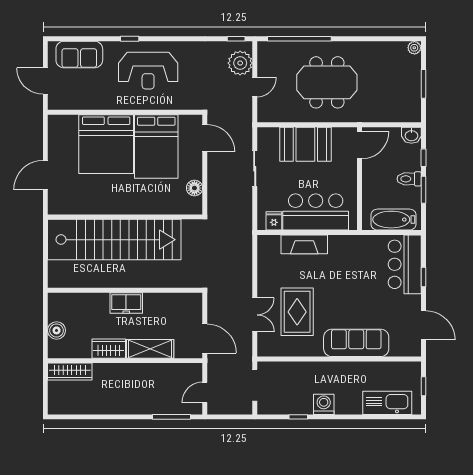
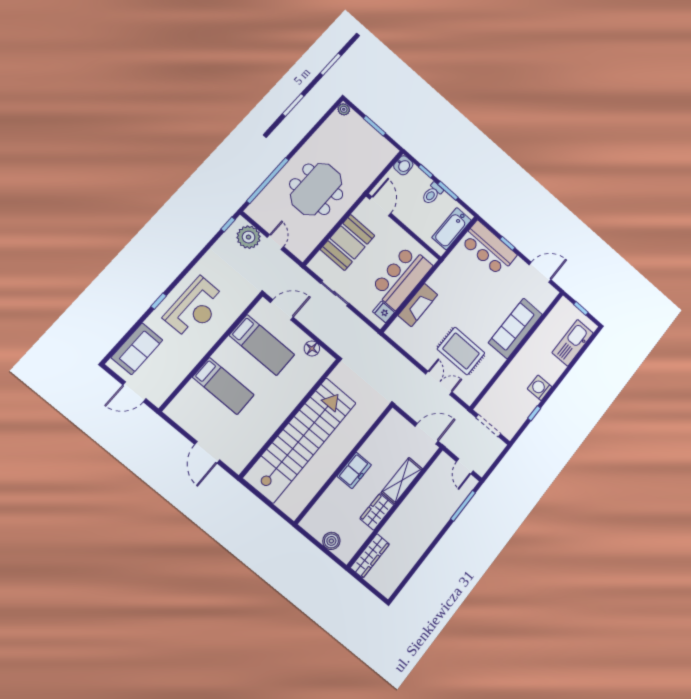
bed: (106, 144) -> (223, 386), width x0.49
bed: (156, 146) -> (262, 345), width x0.67

